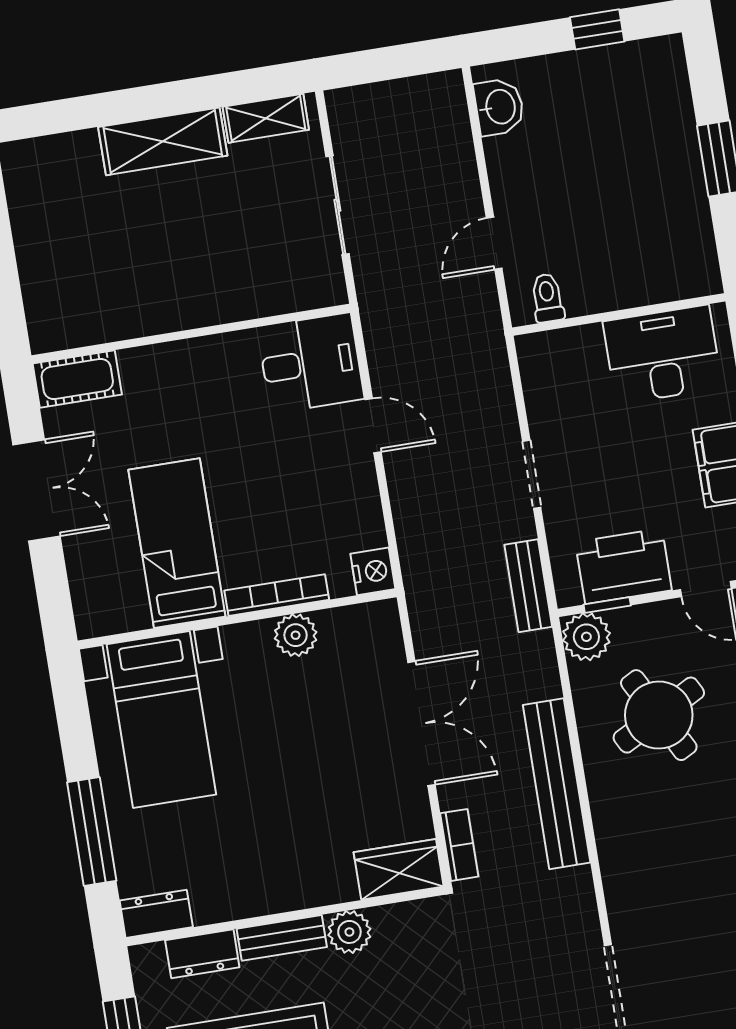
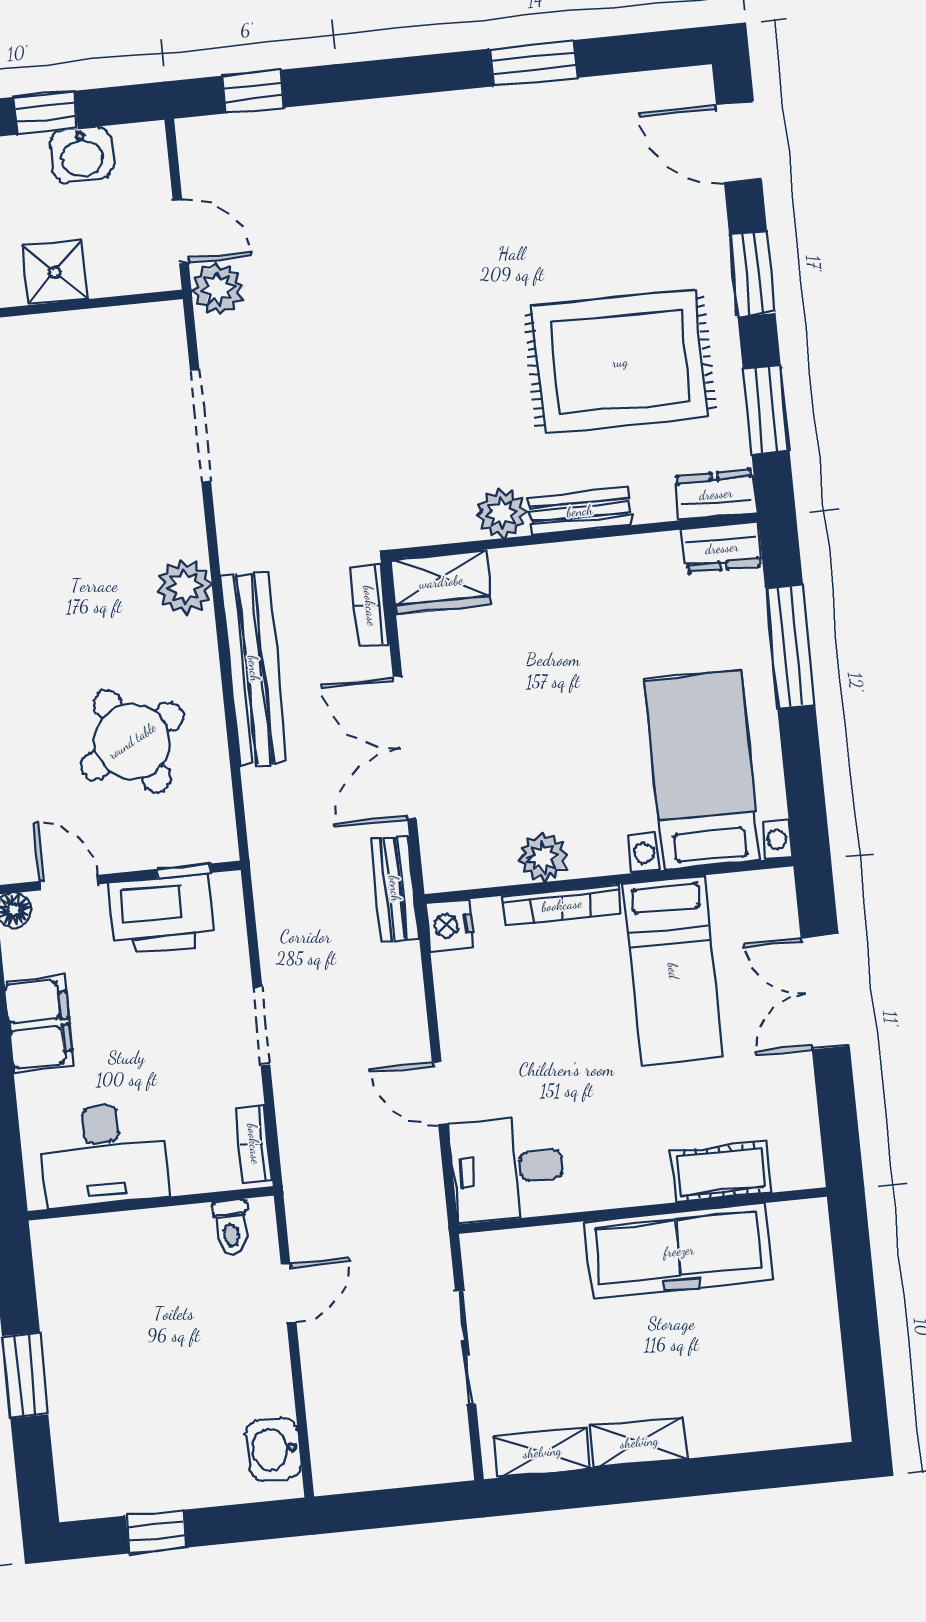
shelving: (163, 141) -> (639, 1442), width x0.67, depth x0.75
freezer: (157, 301) -> (679, 1251), added
bookcase: (532, 371) -> (254, 1144), added
cot: (77, 379) -> (721, 1172), moved
double door: (36, 490) -> (825, 991), moved
bench: (528, 586) -> (395, 889), moved
plant: (586, 637) -> (184, 587), moved
dresser: (202, 954) -> (716, 494), moved

